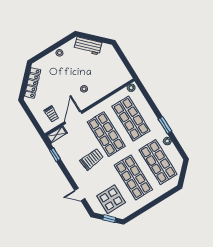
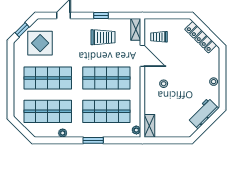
shelving: (122, 80) -> (149, 126), added
window: (165, 125) -> (93, 140), moved
window: (55, 155) -> (101, 16), moved
trolley: (92, 159) -> (103, 37), moved, turned -84

